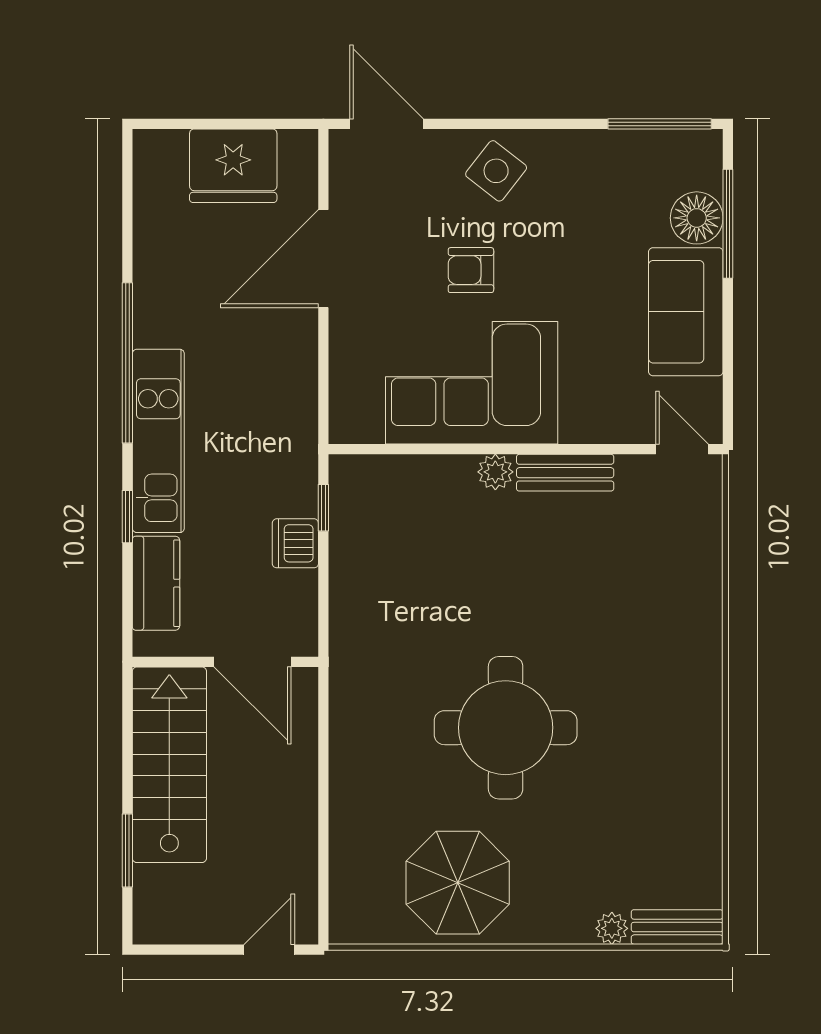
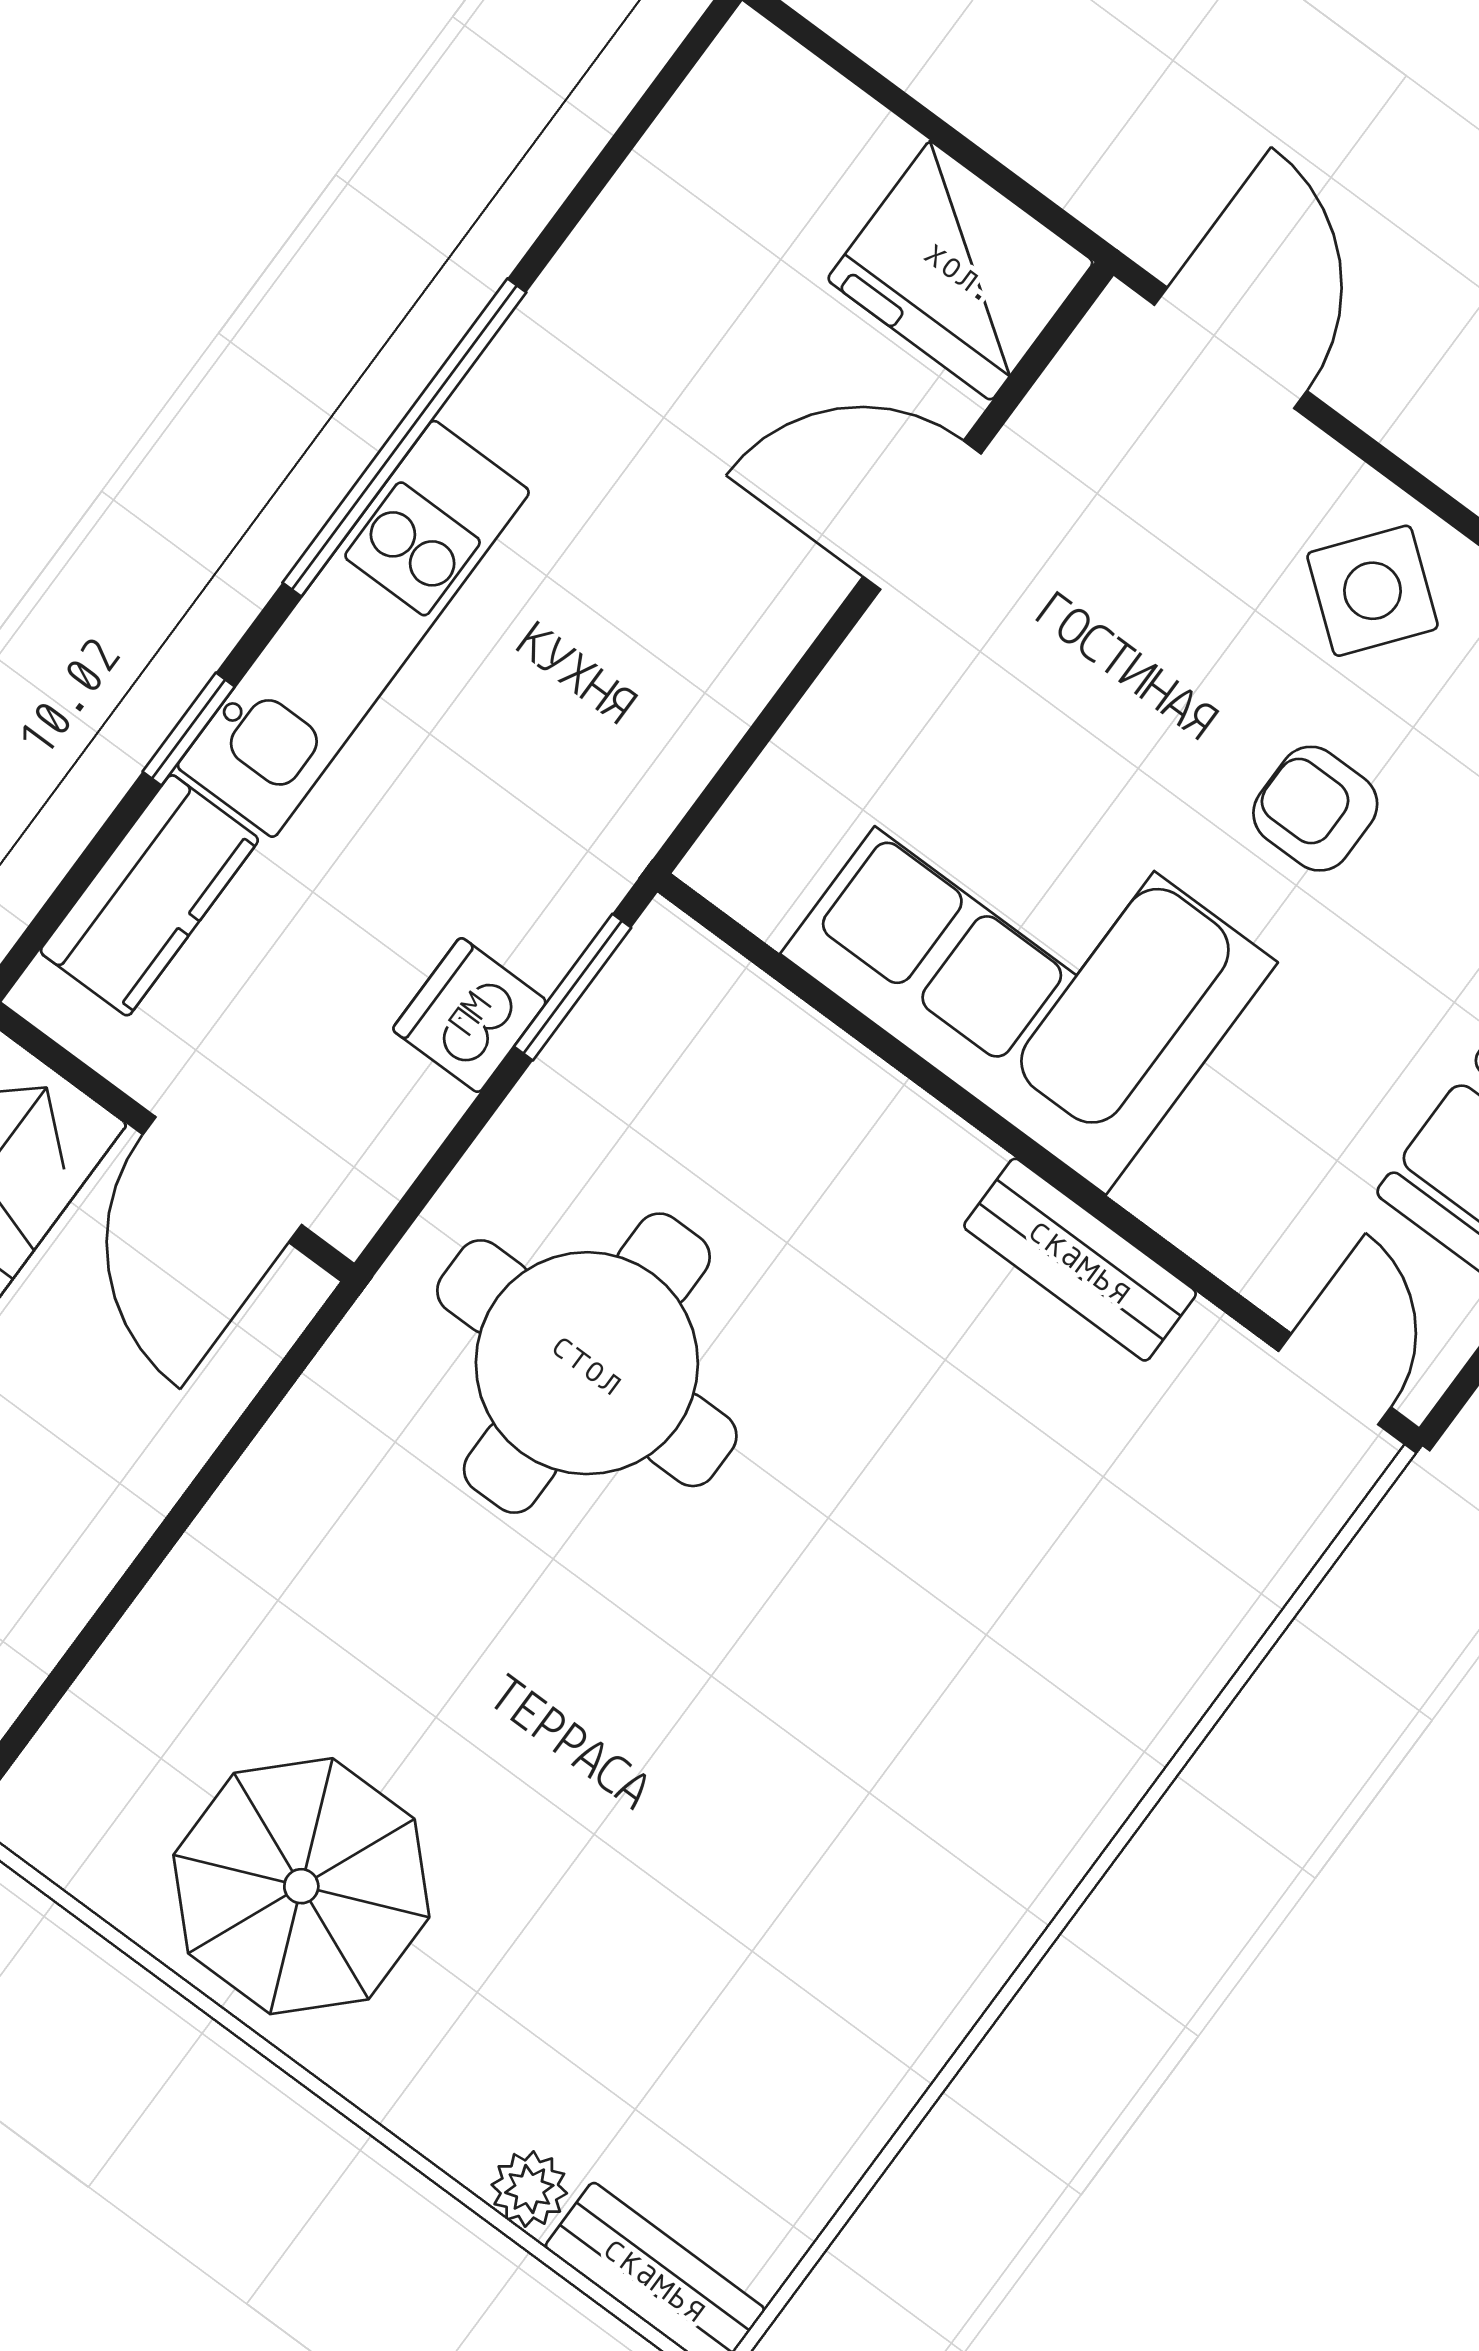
fridge: (233, 166) -> (960, 271), moved
door: (323, 259) -> (922, 515), width x0.73
armchair: (471, 270) -> (1315, 809), moved
plant: (495, 472) -> (949, 1160), removed
window: (323, 508) -> (573, 987), width x1.50
round table: (506, 728) -> (587, 1363), moved

